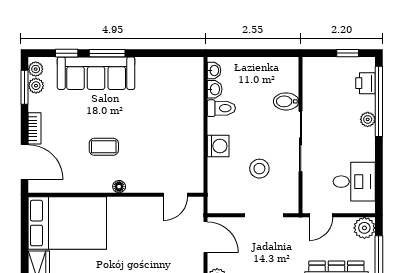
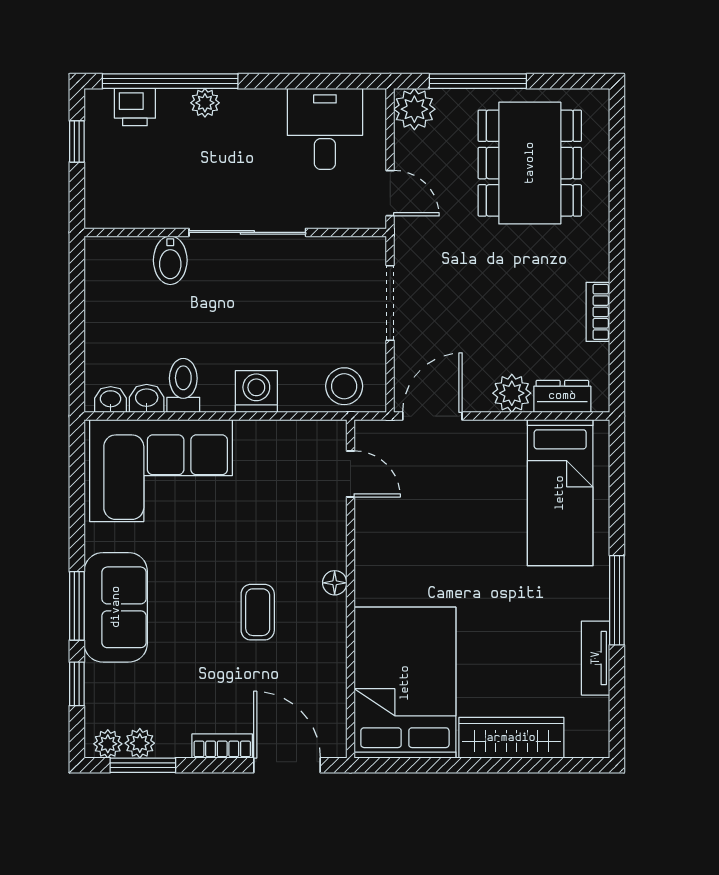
sofa: (96, 73) -> (116, 607), width x0.73
corner sofa: (177, 97) -> (161, 471), added
door: (25, 162) -> (287, 765), hinge flipped
stool: (259, 169) -> (344, 386), moved

